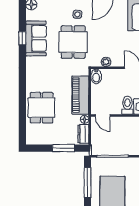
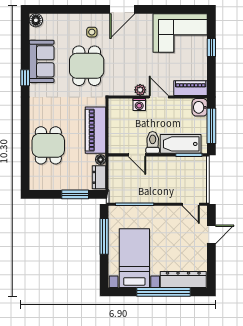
window: (22, 38) -> (25, 78), moved
plant: (106, 62) -> (140, 90), moved
washing machine: (116, 74) -> (139, 105), added
bidet: (96, 76) -> (115, 107), removed
door: (103, 115) -> (137, 155), moved

